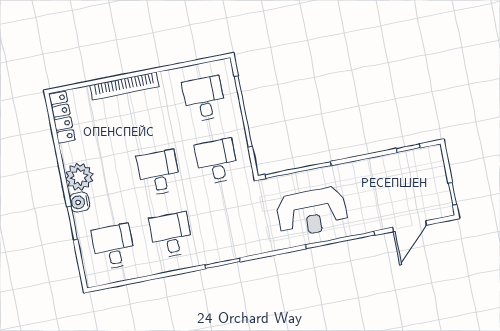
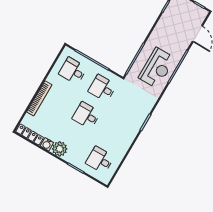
water cooler: (79, 202) -> (47, 144), moved
desk: (171, 235) -> (116, 133), removed

